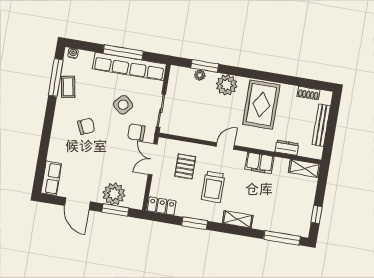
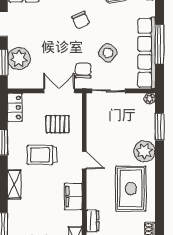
plant: (200, 75) -> (150, 99), moved
rug: (261, 105) -> (131, 189), turned 90

